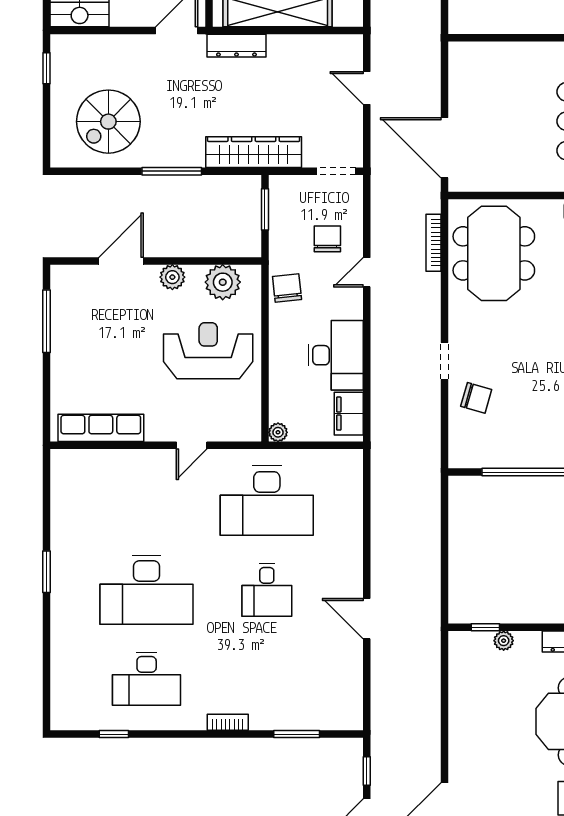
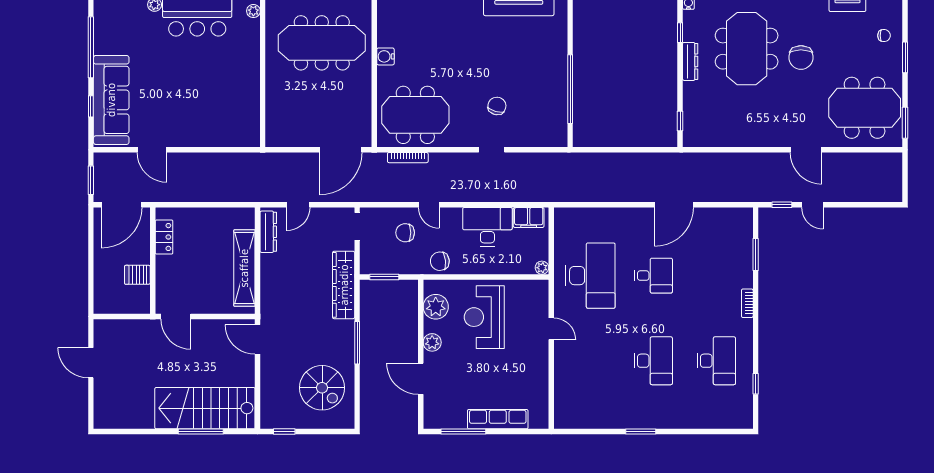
dresser: (236, 46) -> (268, 232), moved
chair: (476, 398) -> (497, 106), moved
row of seats: (101, 428) -> (498, 419), moved, turned 90
desk: (147, 590) -> (653, 361), width x0.73, depth x0.77
door: (367, 619) -> (674, 205), width x1.36
plant: (504, 641) -> (689, 108), removed

